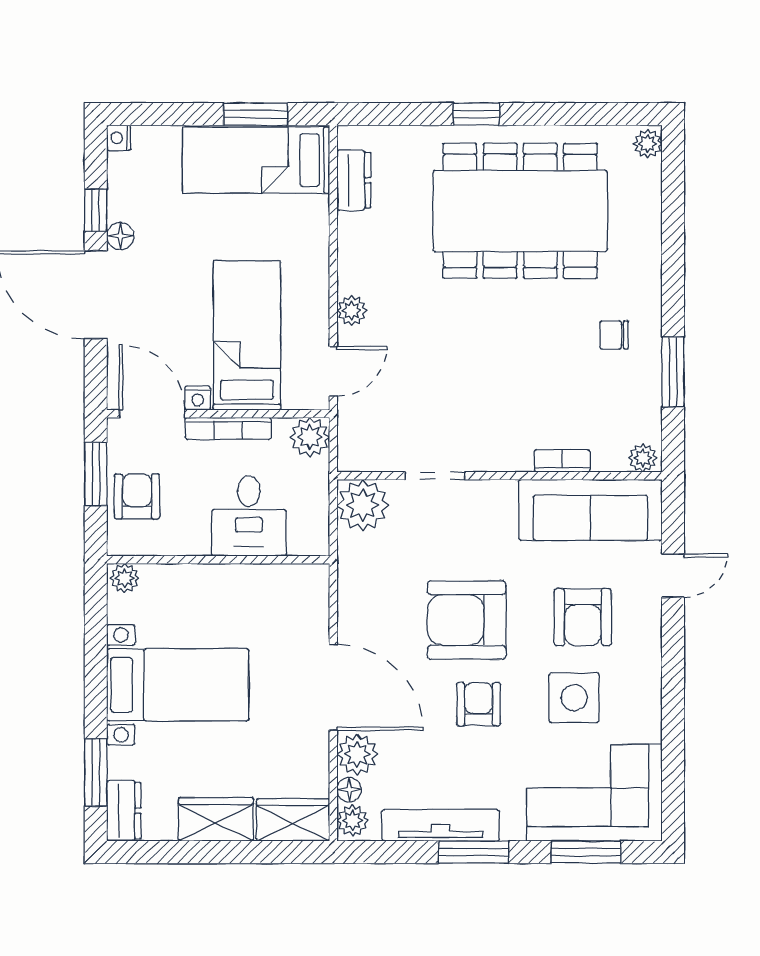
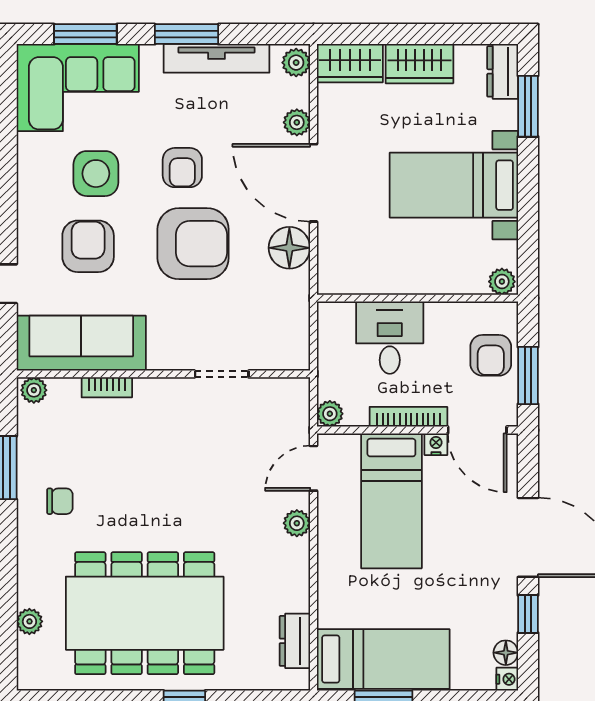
plant: (648, 144) -> (29, 621), moved
floor lamp: (120, 236) -> (506, 653), moved
plant: (310, 437) -> (330, 414), width x0.73, depth x0.73
plant: (363, 505) -> (287, 347), removed
plant: (357, 754) -> (297, 122), width x0.73, depth x0.73
floor lamp: (349, 790) -> (289, 248), moved, width x1.89, depth x1.89

